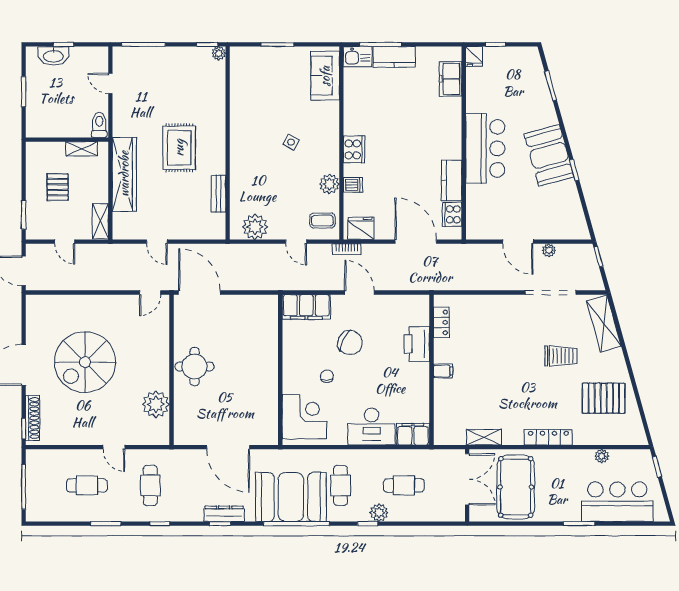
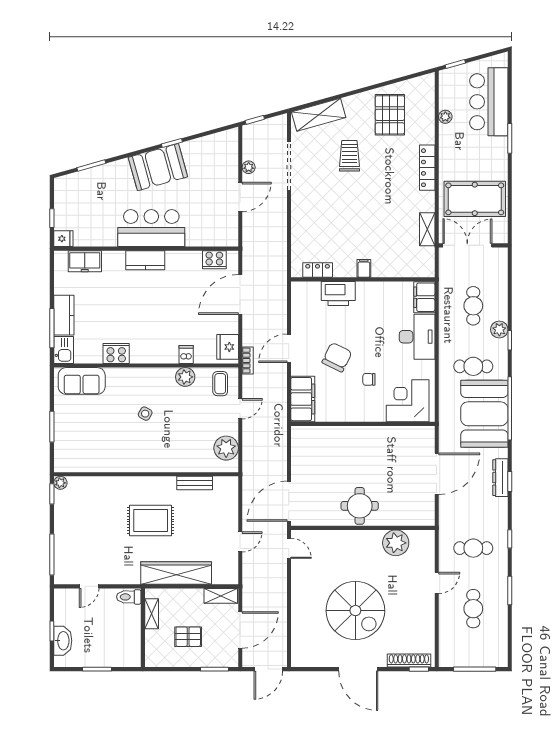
cooker: (354, 149) -> (116, 353), moved
kitchen counter: (452, 180) -> (145, 260), moved
door: (65, 242) -> (240, 630), width x1.88

